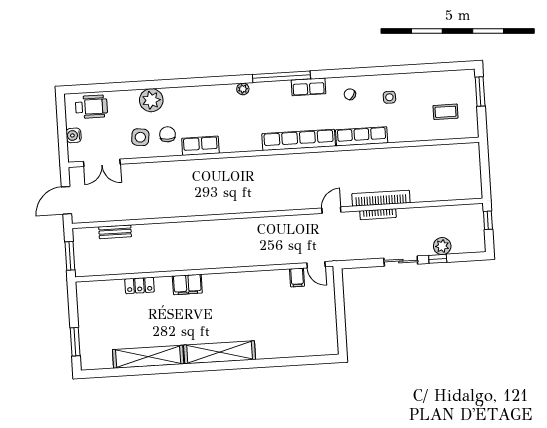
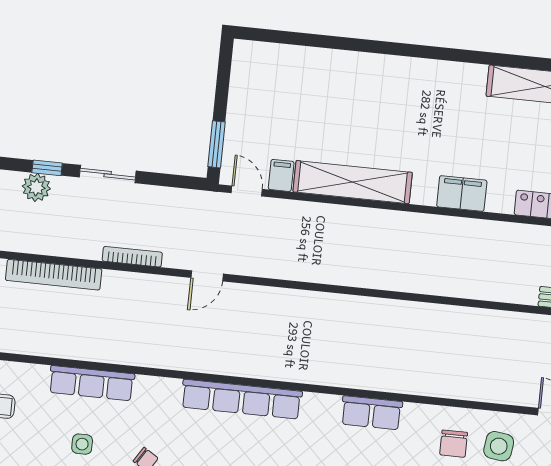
row of seats: (362, 136) -> (92, 383), moved
row of seats: (200, 146) -> (371, 413), moved
bookcase: (381, 198) -> (54, 275), moved
window: (339, 290) -> (216, 144), added
shelving: (220, 352) -> (353, 182), moved

